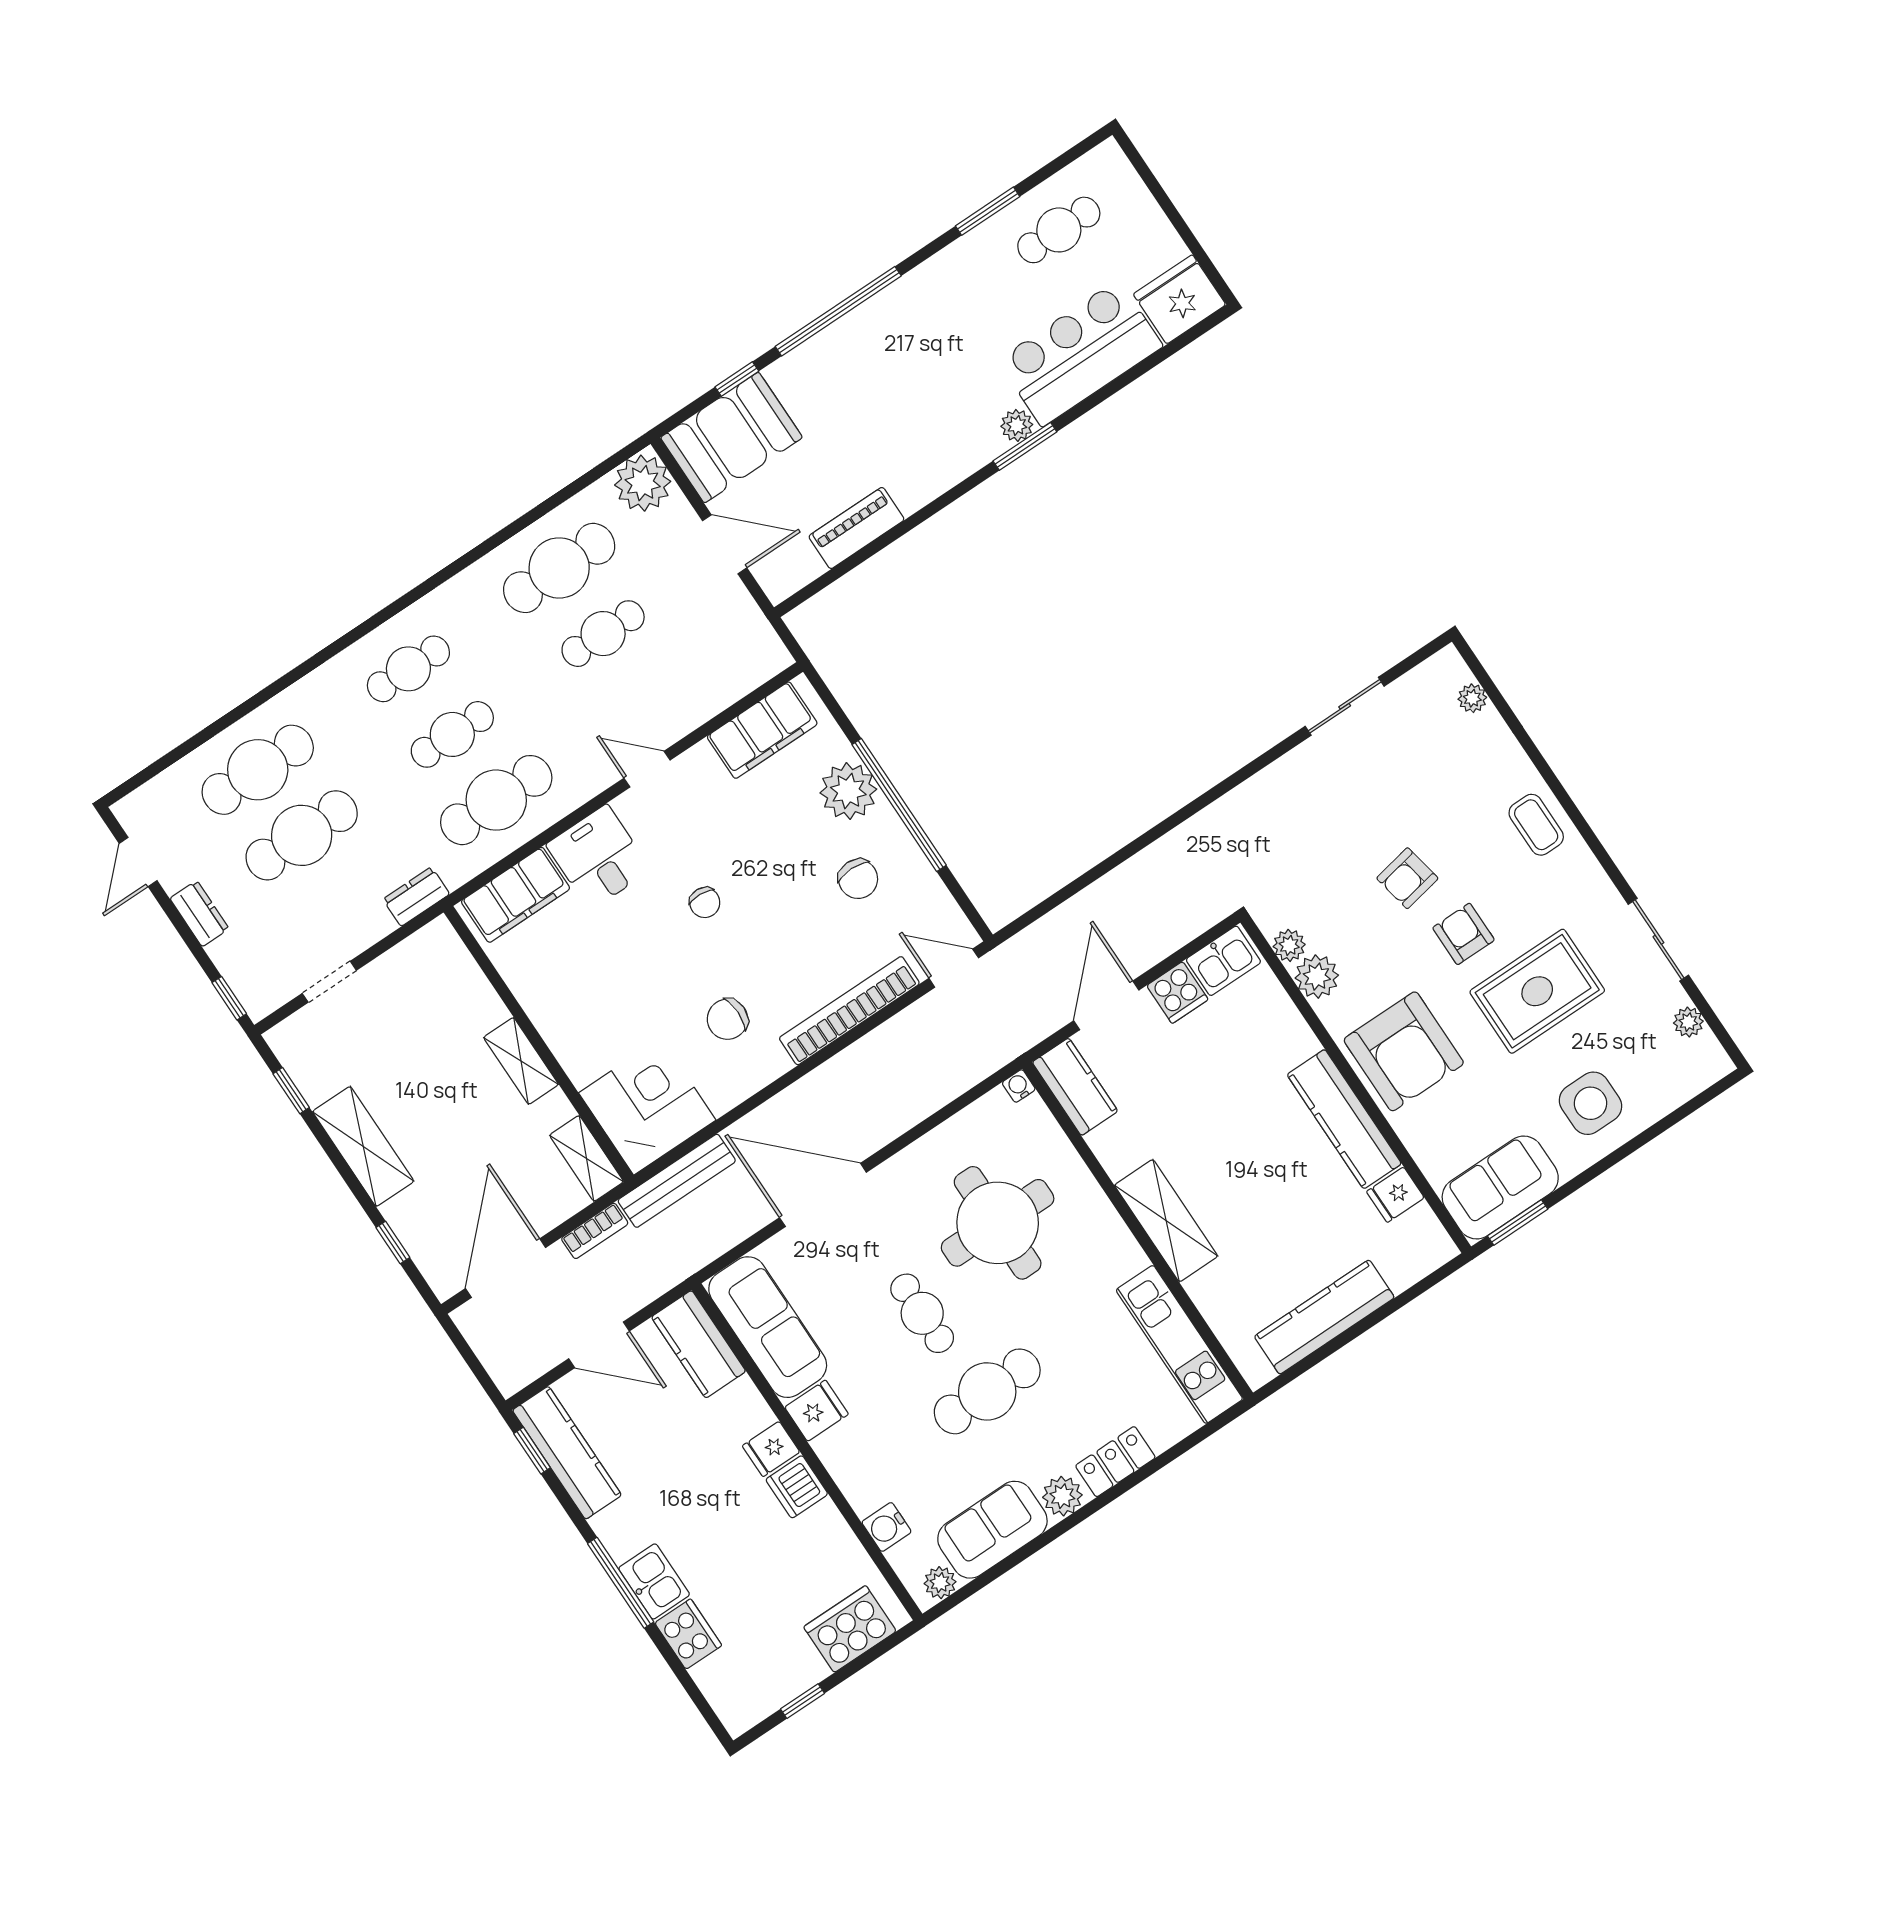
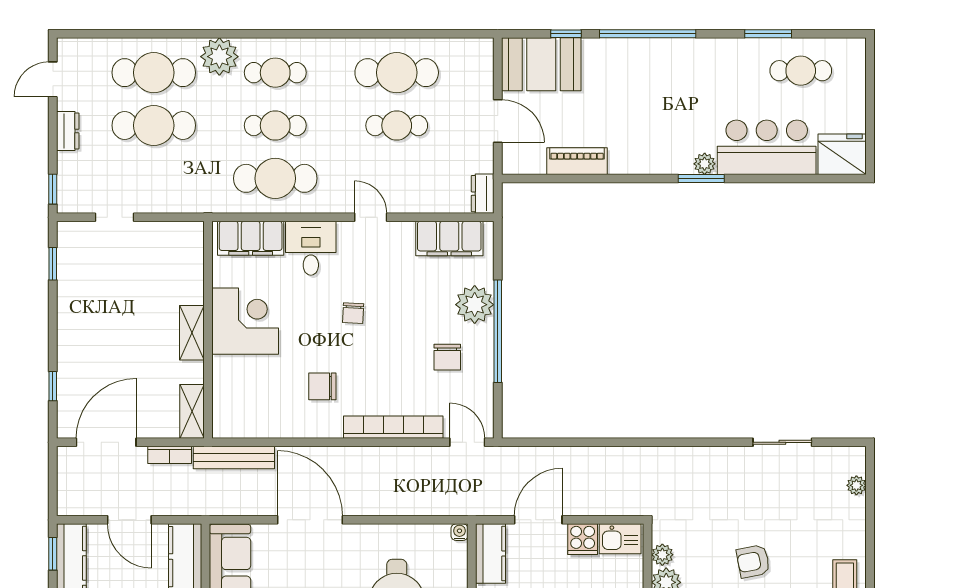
plant: (643, 483) -> (219, 57), moved
dresser: (416, 897) -> (483, 194), moved, turned -90
corner desk: (647, 1106) -> (245, 321), moved
shelving: (363, 1146) -> (72, 322), removed

